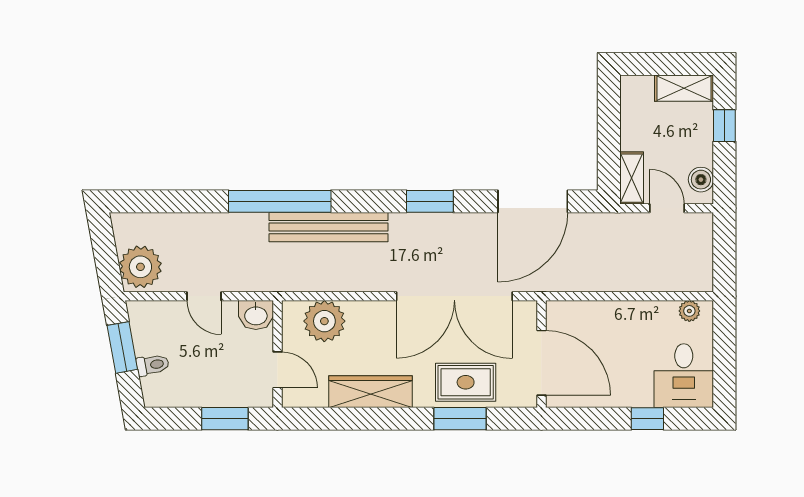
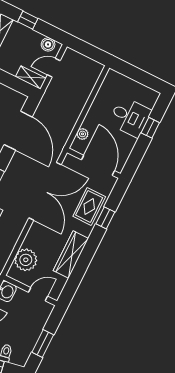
plant: (689, 311) -> (82, 134), moved
door: (541, 363) -> (98, 165), hinge flipped
desk: (684, 376) -> (130, 117), moved
window: (225, 419) -> (43, 344), moved
window: (460, 419) -> (105, 218), width x0.67

